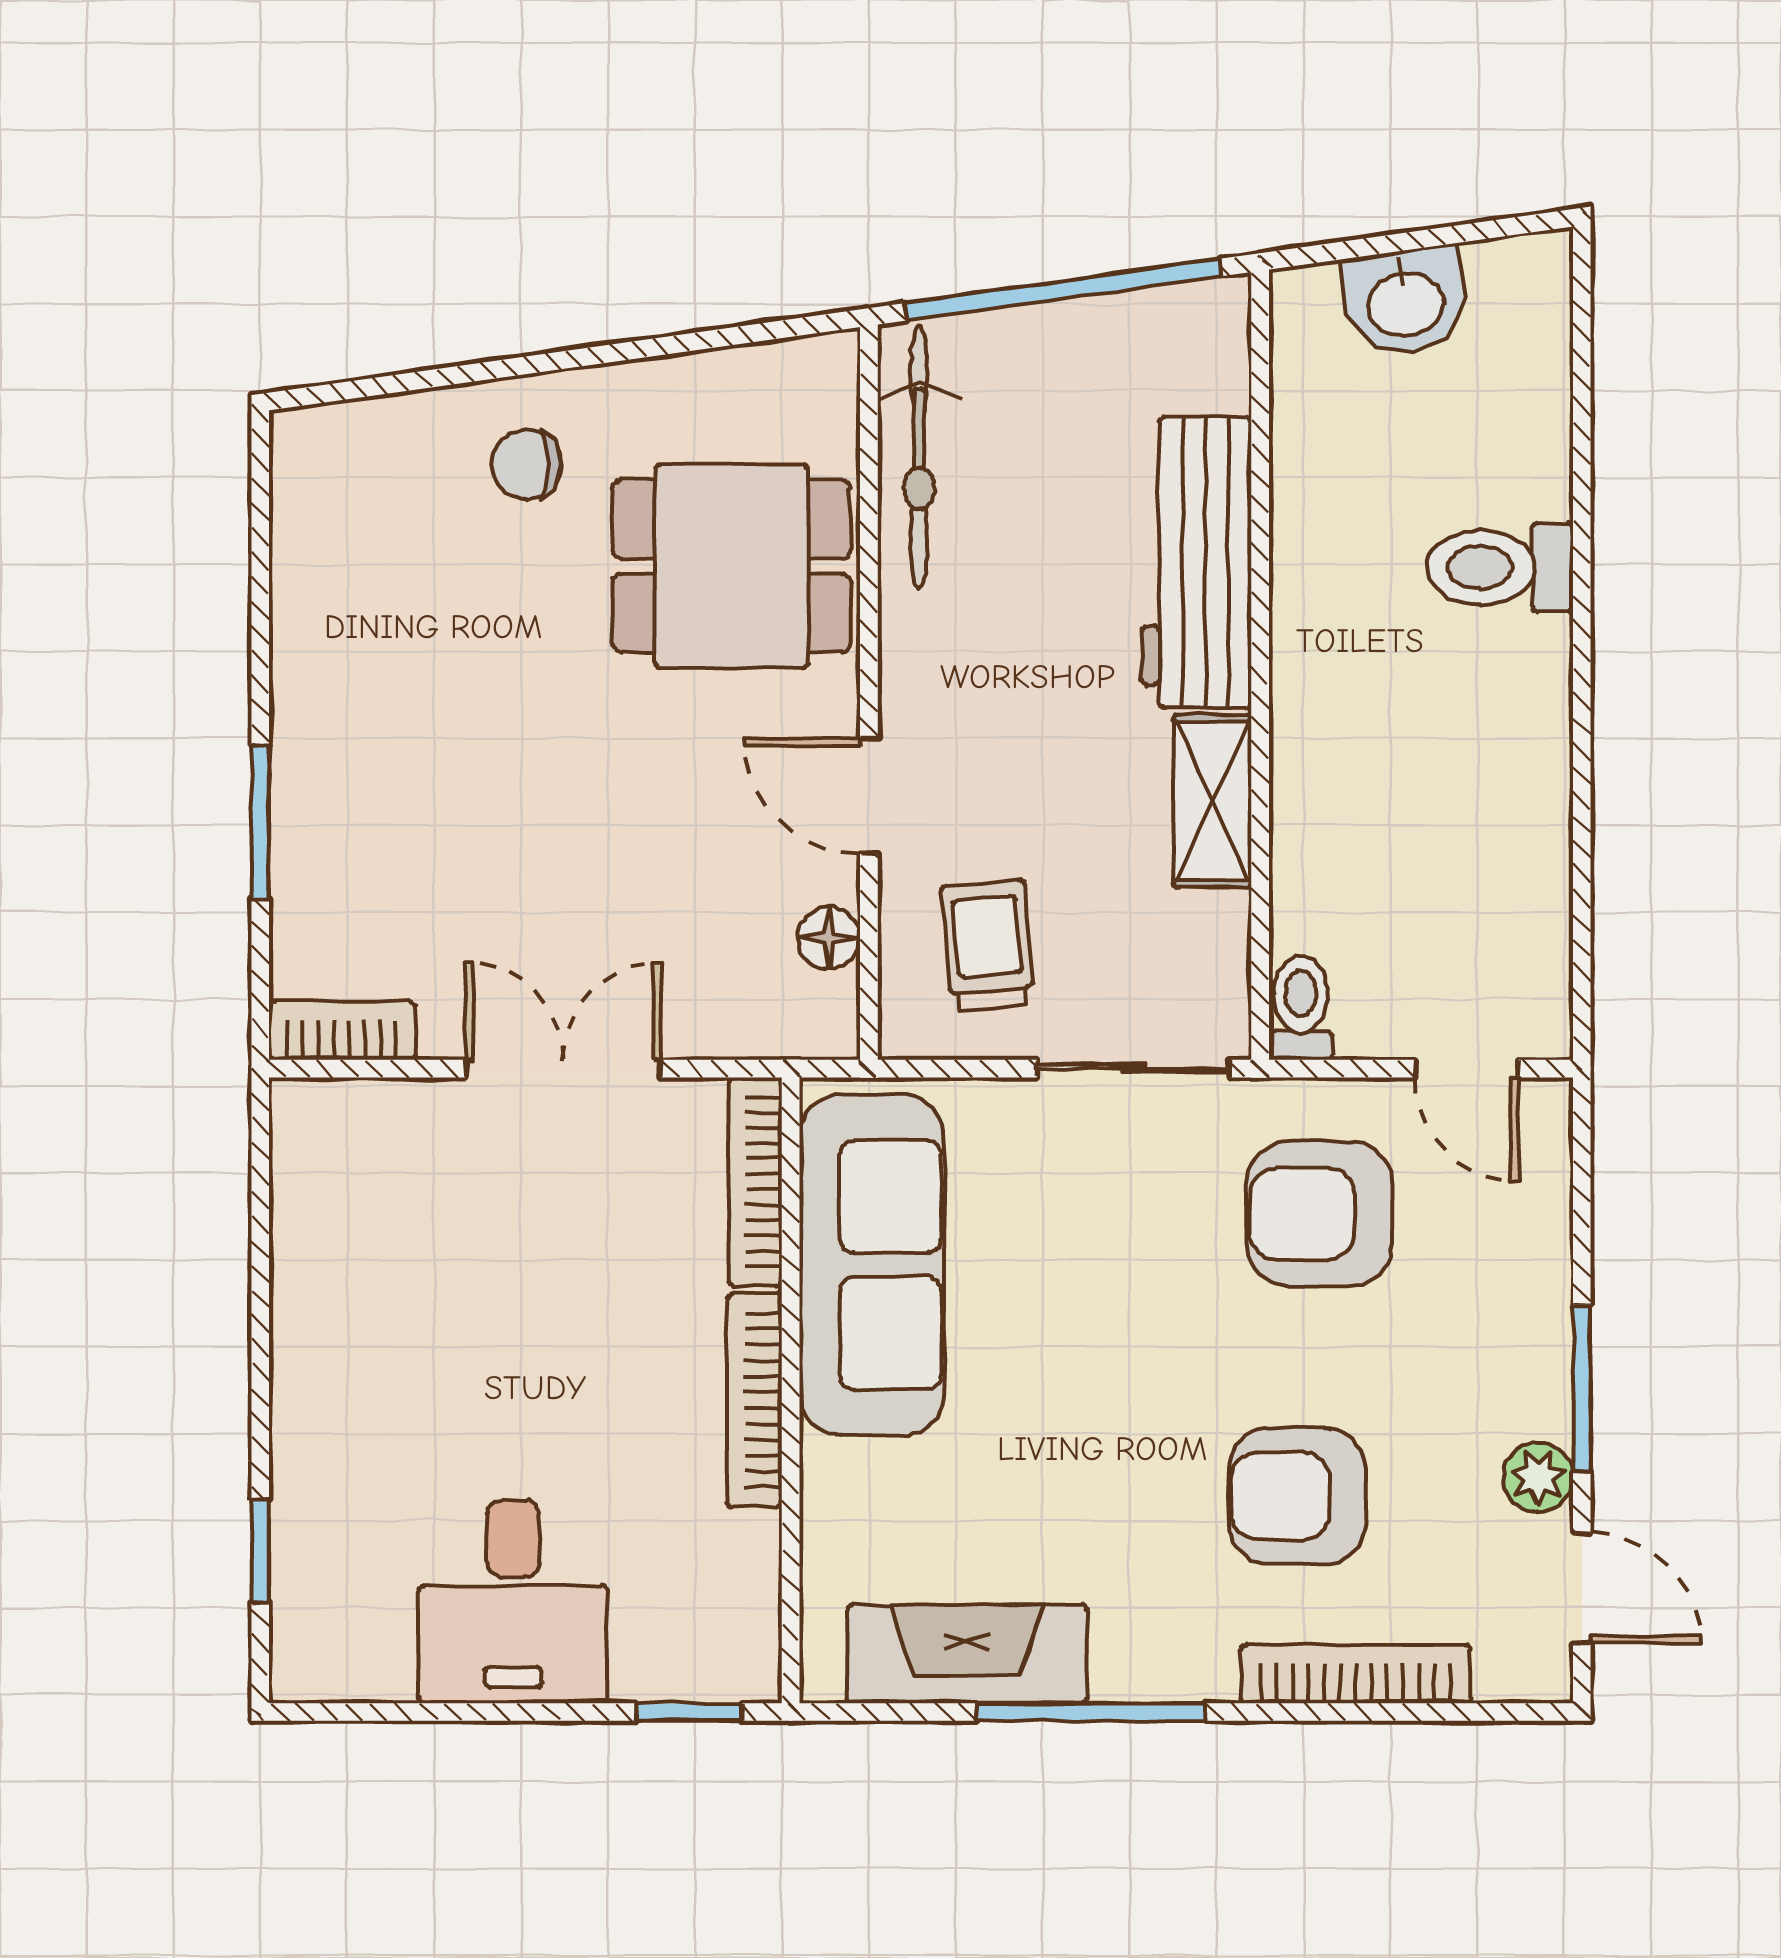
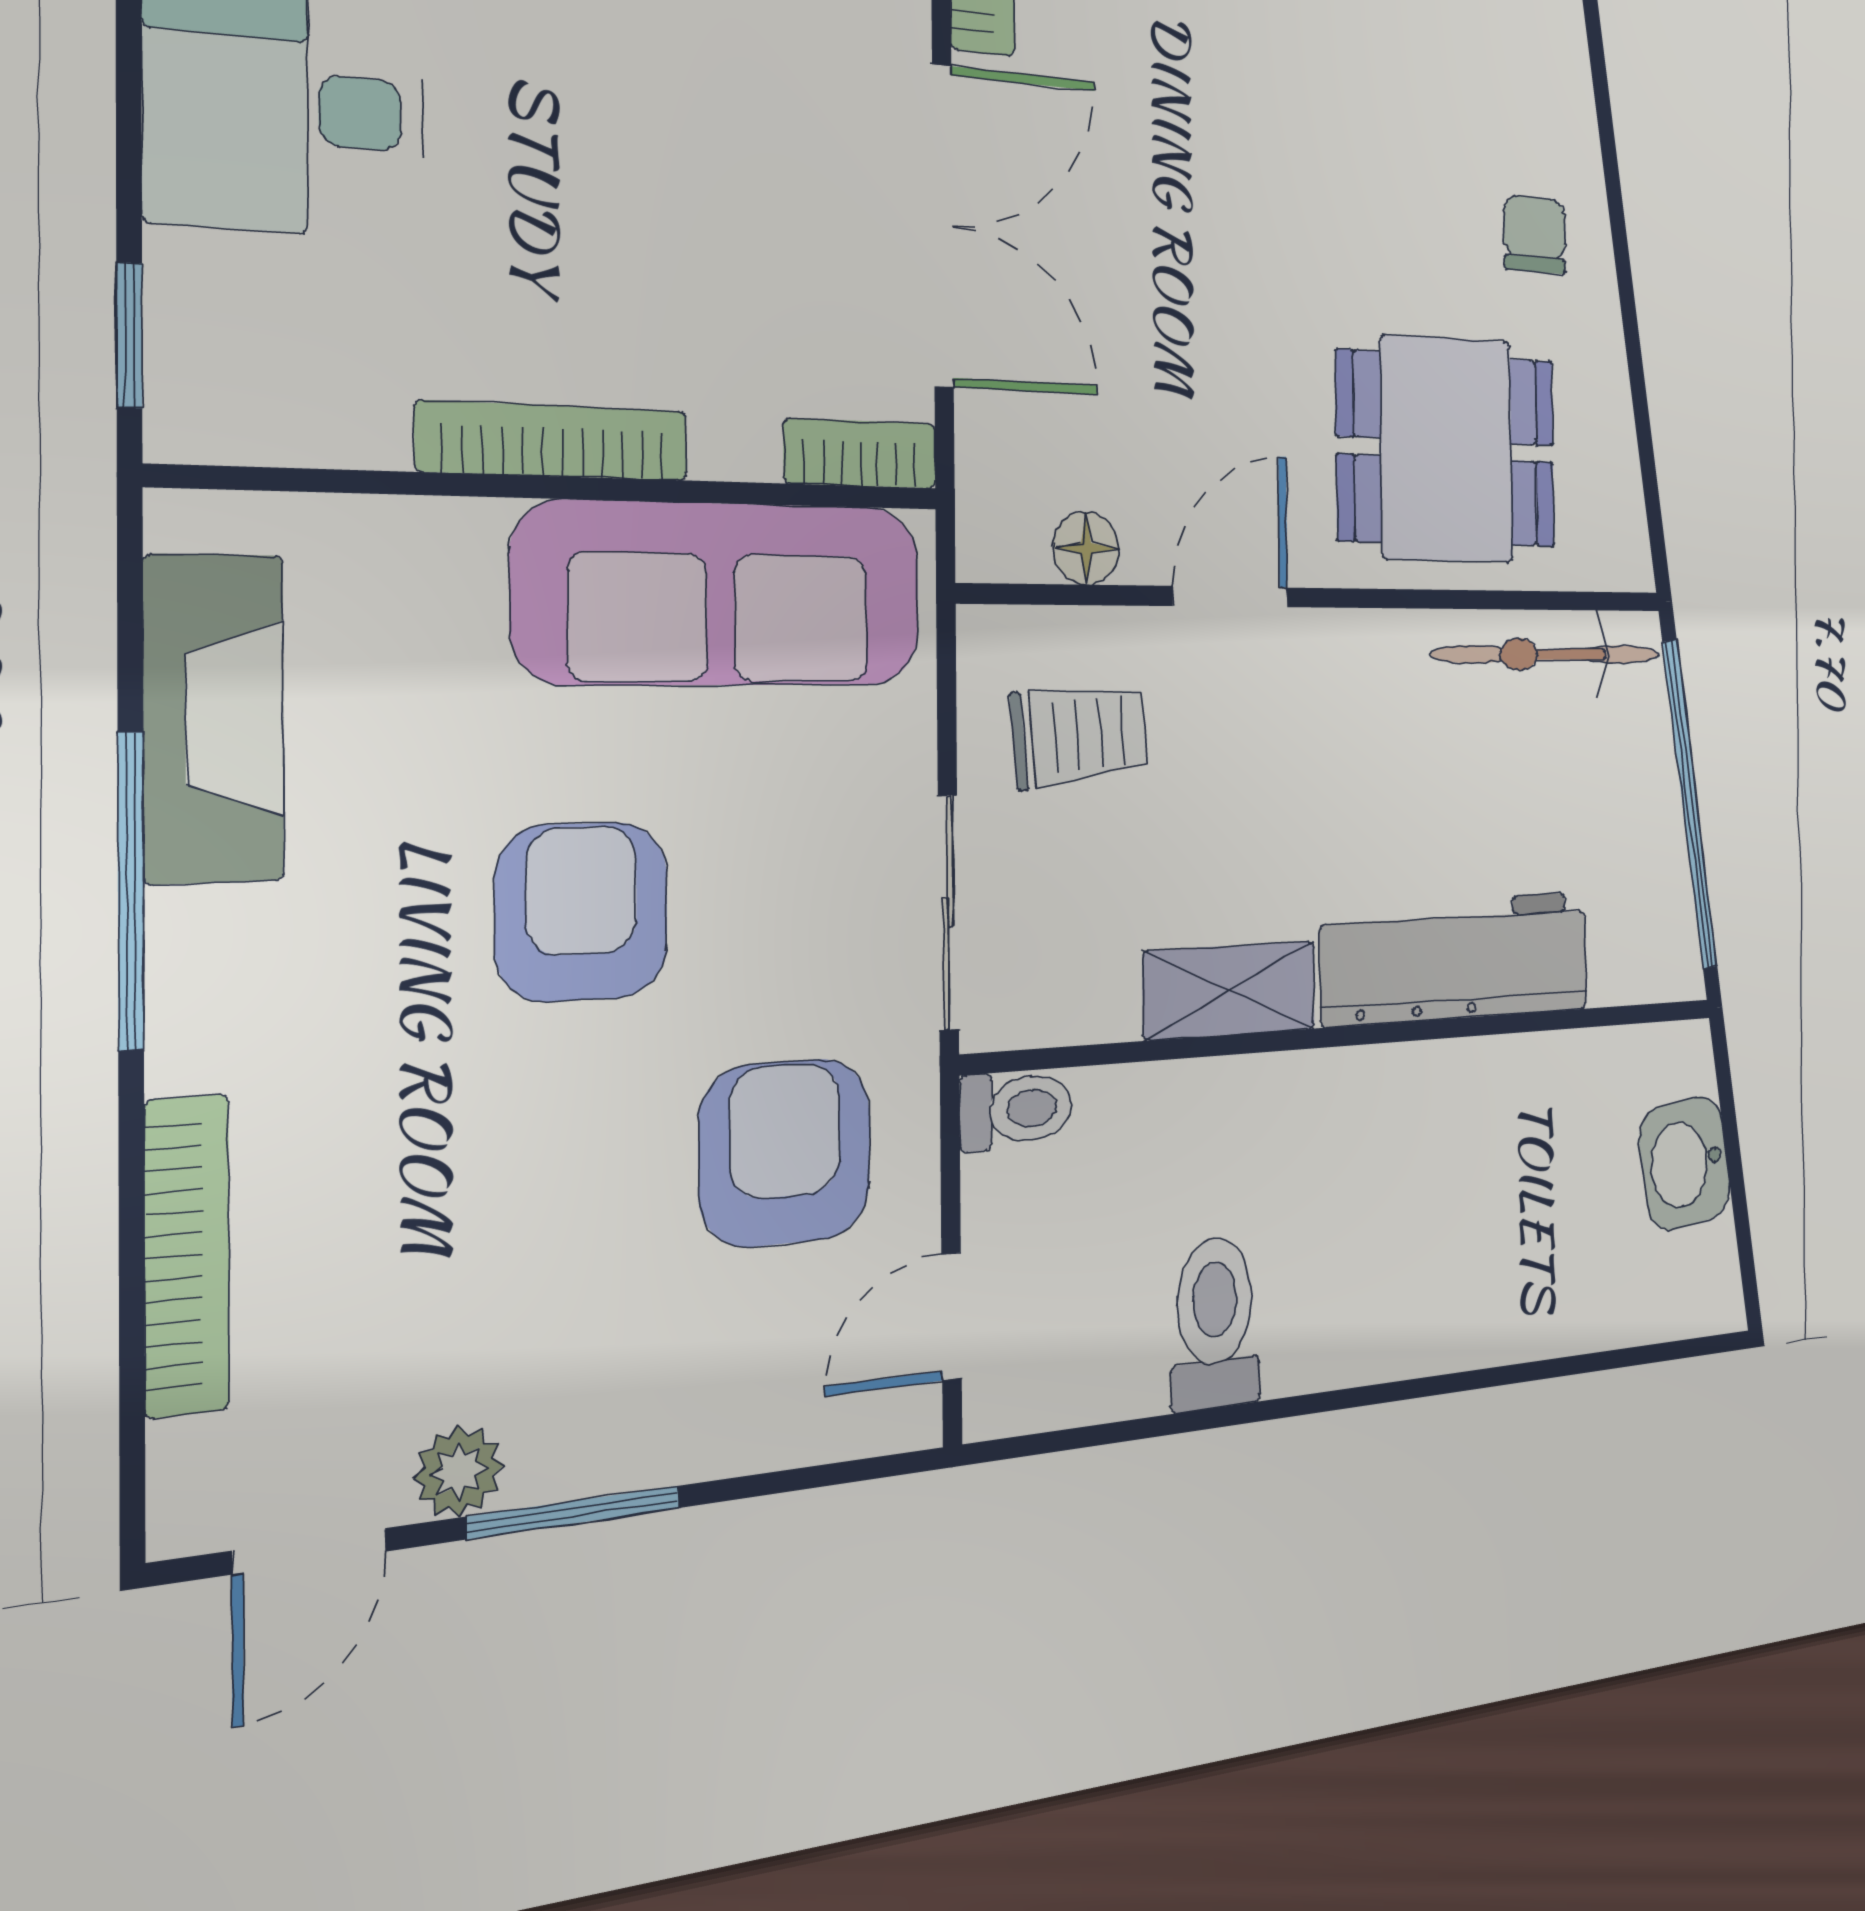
dining table: (732, 566) -> (1447, 449), turned 90
toilet: (1500, 568) -> (1215, 1323), moved
double door: (563, 1069) -> (943, 226), width x1.37
bookcase: (755, 1182) -> (860, 453), width x0.64
armchair: (1297, 1496) -> (582, 912), moved

